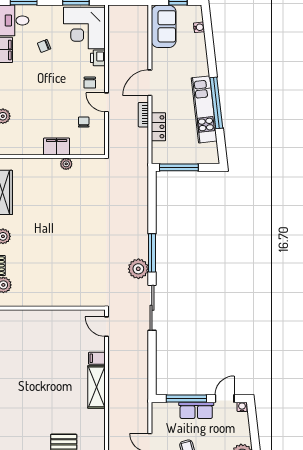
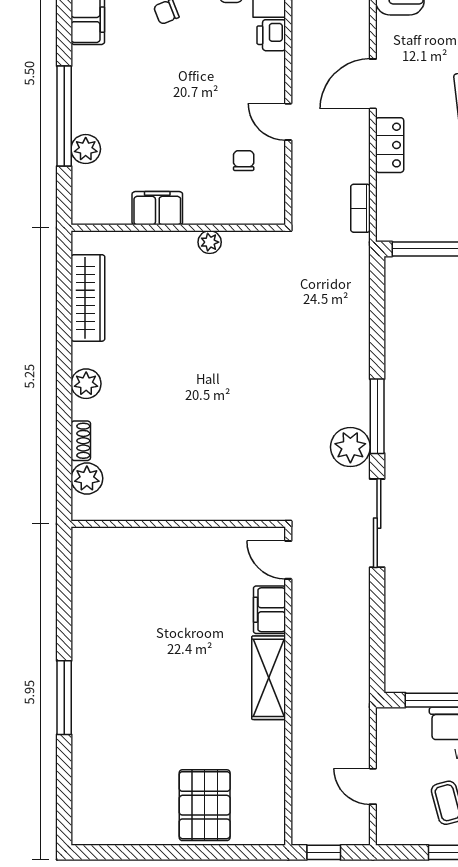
chair: (90, 83) -> (256, 83), removed
bookcase: (143, 115) -> (360, 208), moved
locker: (158, 127) -> (390, 145), moved
filing cabinet: (57, 147) -> (157, 208), moved
filing cabinet: (97, 358) -> (270, 610), width x2.00

